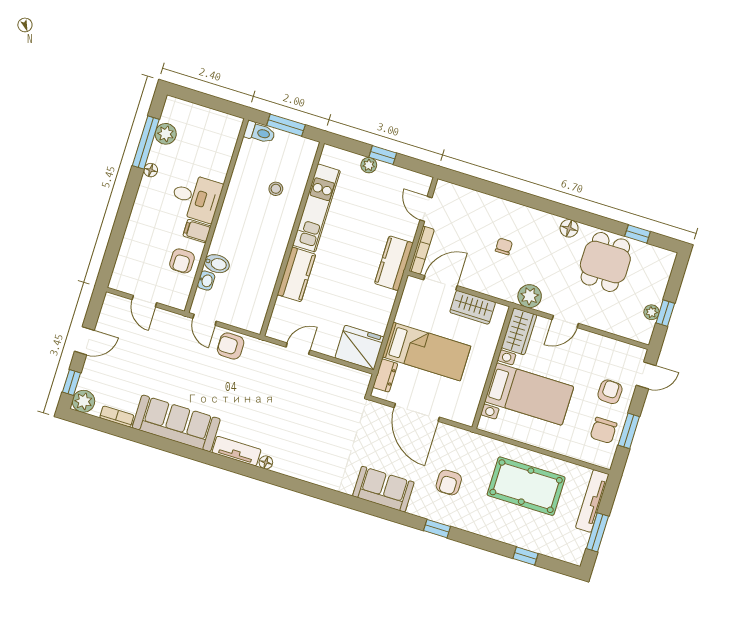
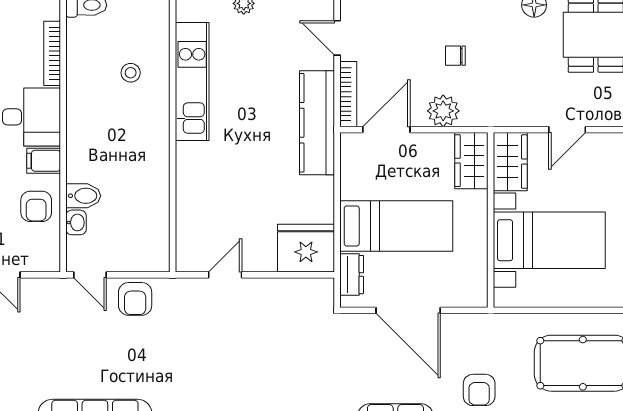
bookcase: (226, 159) -> (52, 53), added
chair: (504, 246) -> (455, 56), turned -90
kitchen counter: (394, 263) -> (317, 123), width x1.50
kitchen counter: (296, 274) -> (193, 177), removed
plant: (530, 296) -> (443, 111), moved
wardrobe: (473, 307) -> (471, 161), moved, turned 90
armchair: (231, 346) -> (135, 299), turned -90

